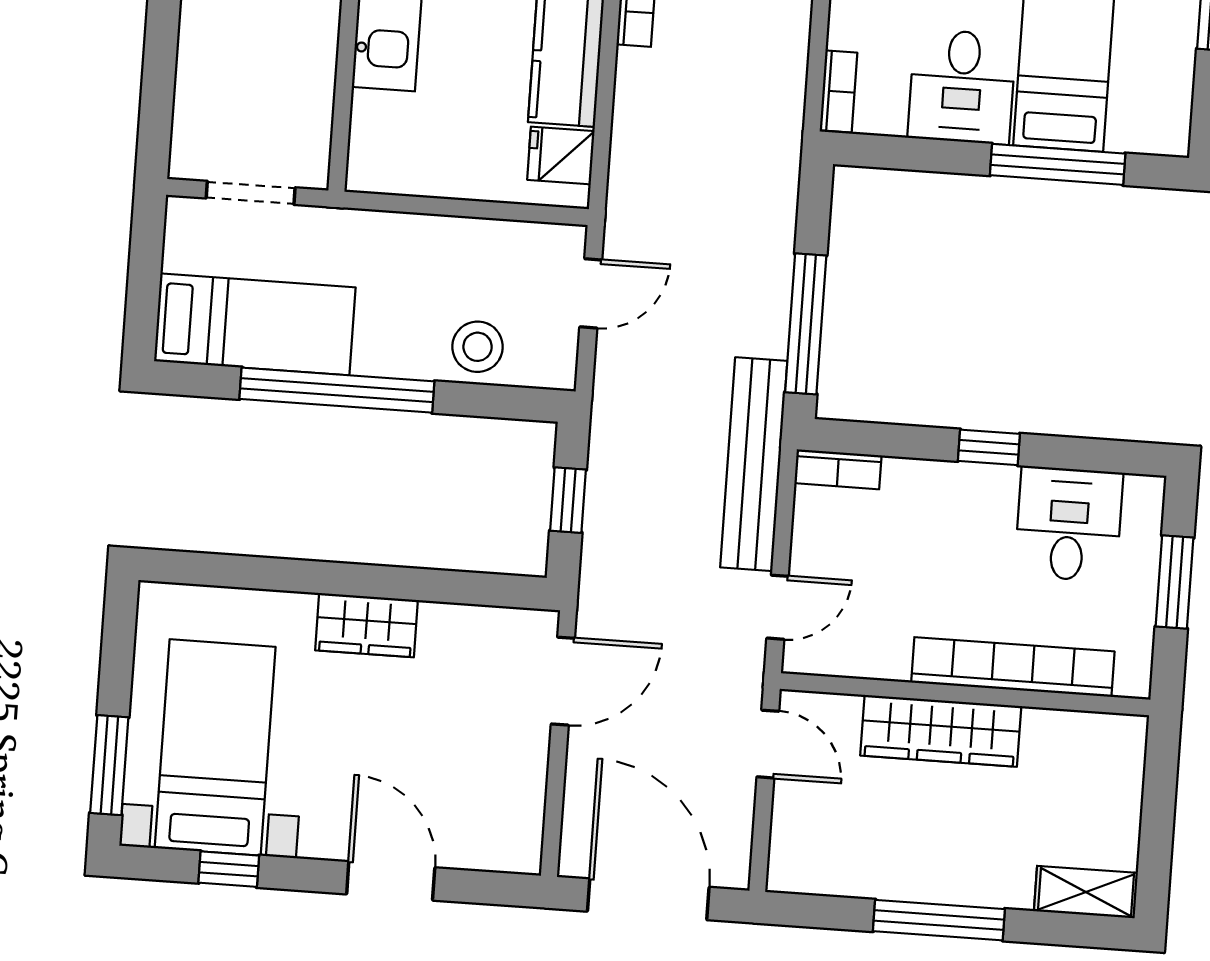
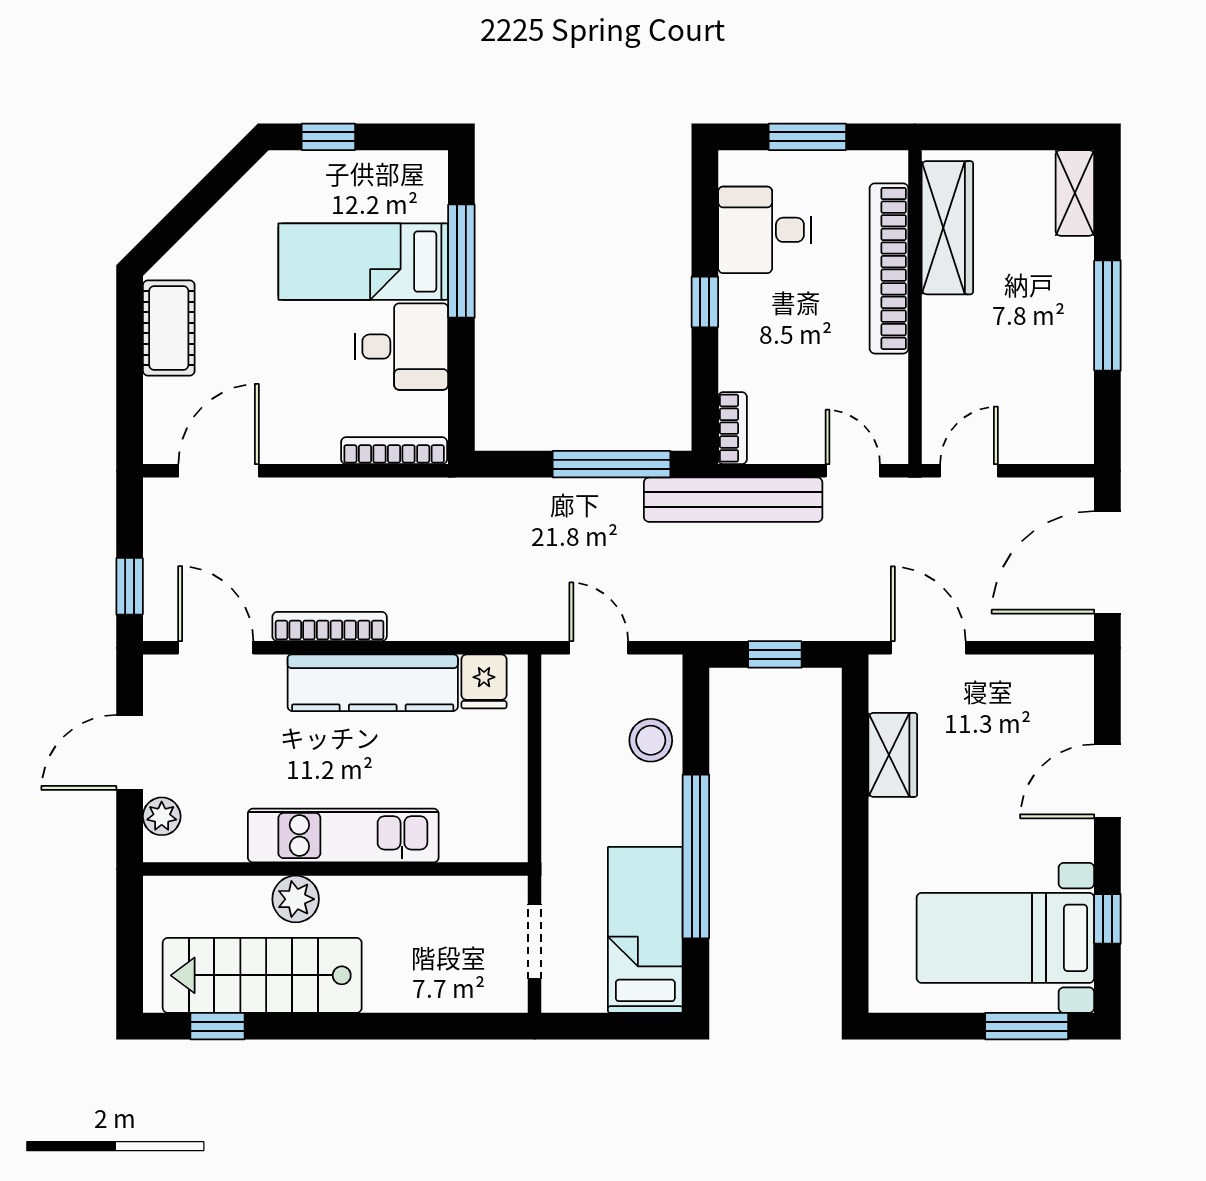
bookcase: (838, 92) -> (394, 451), width x1.56
wardrobe: (366, 625) -> (893, 755), moved
wardrobe: (941, 731) -> (947, 228), moved

